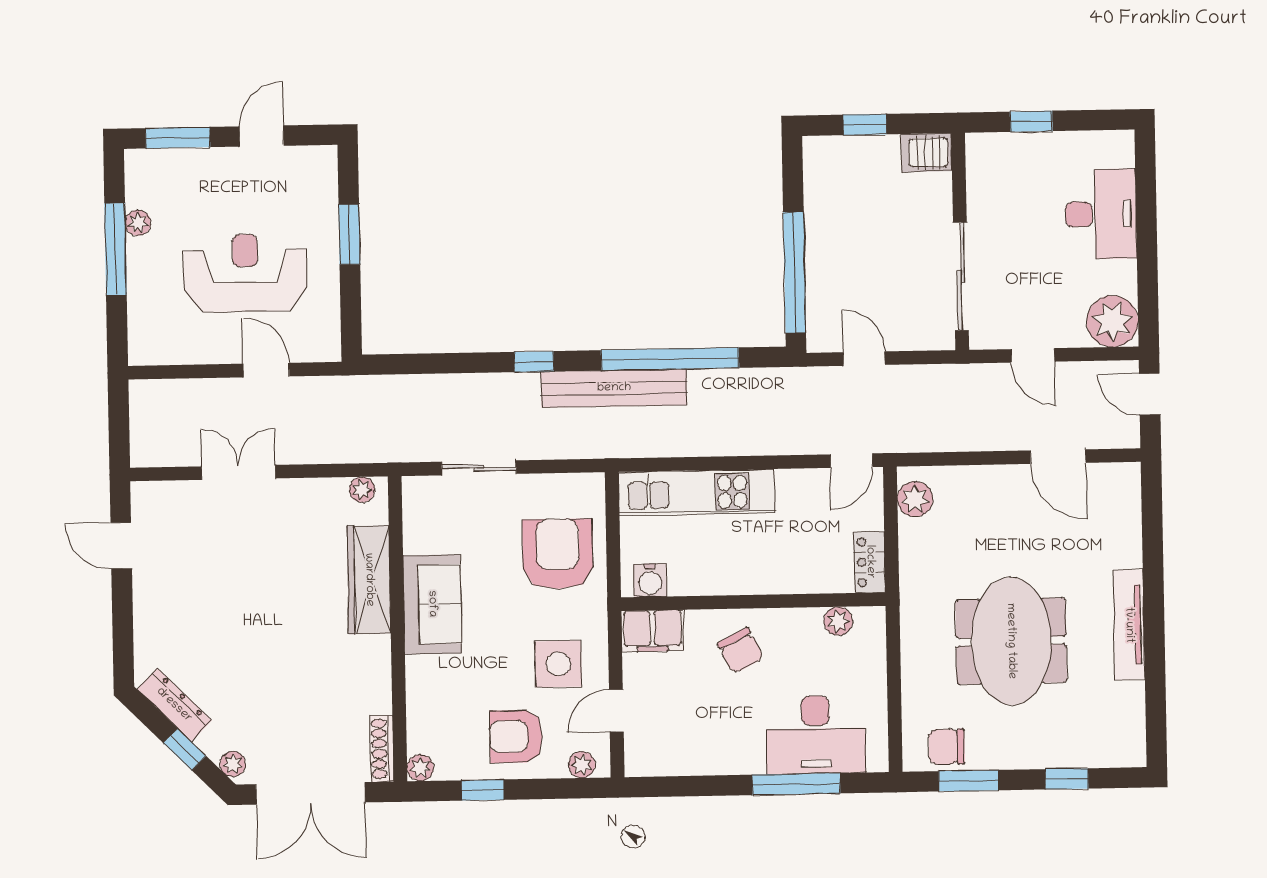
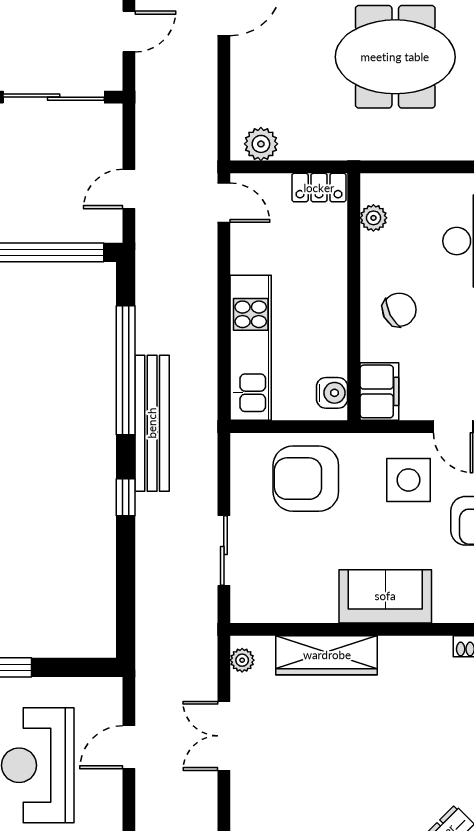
double door: (238, 472) -> (224, 736), moved
sofa: (432, 604) -> (385, 596), moved

